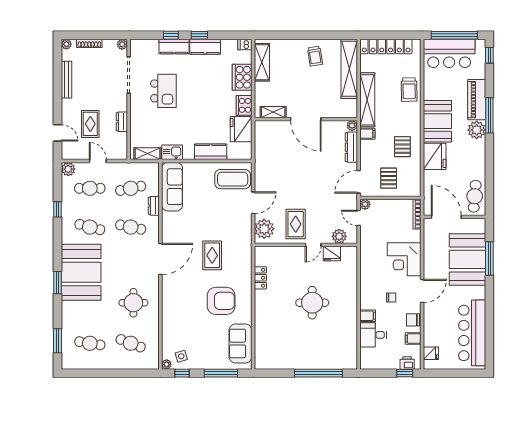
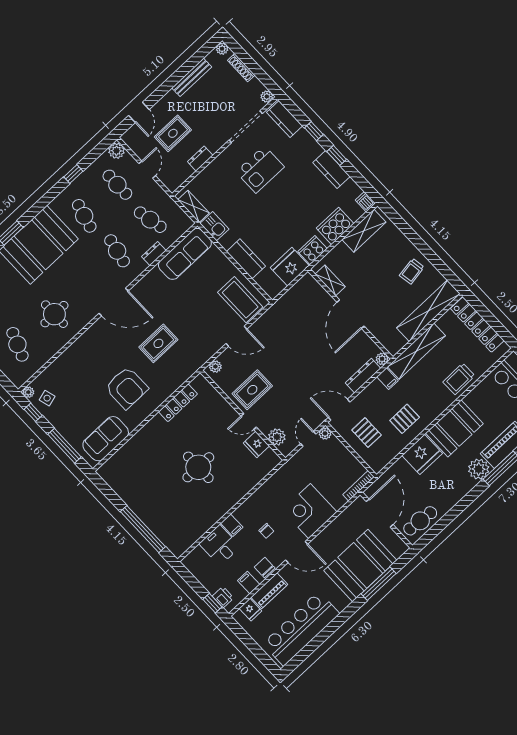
kitchen counter: (174, 46) -> (285, 119), moved
pallet: (389, 178) -> (367, 433), turned 90
plant: (264, 229) -> (215, 367), width x0.53, depth x0.53
locker: (260, 278) -> (178, 403), width x1.53
piano: (430, 331) -> (269, 591), added

